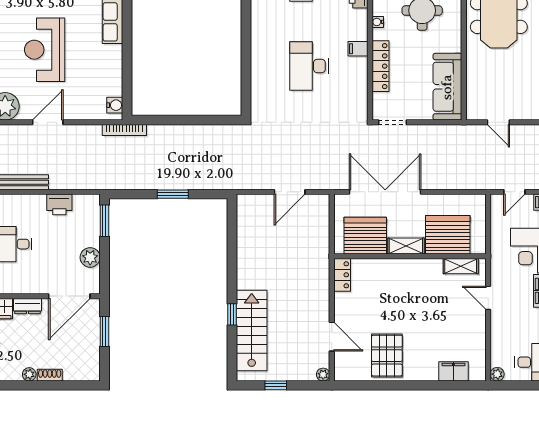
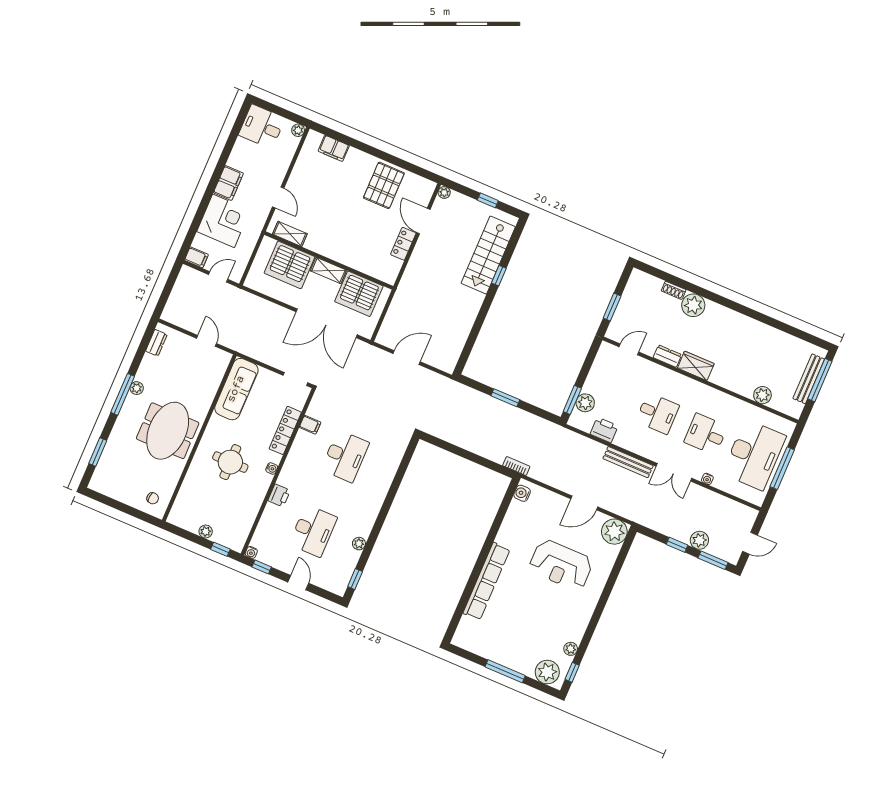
filing cabinet: (358, 49) -> (310, 425), moved
reception desk: (45, 50) -> (561, 565), turned 90
bookcase: (124, 130) -> (516, 466), width x0.64
plant: (90, 257) -> (585, 403), moved
locker: (342, 275) -> (403, 244), moved
door: (69, 296) -> (629, 349), width x0.53
plant: (29, 374) -> (693, 305), width x1.88, depth x1.88

